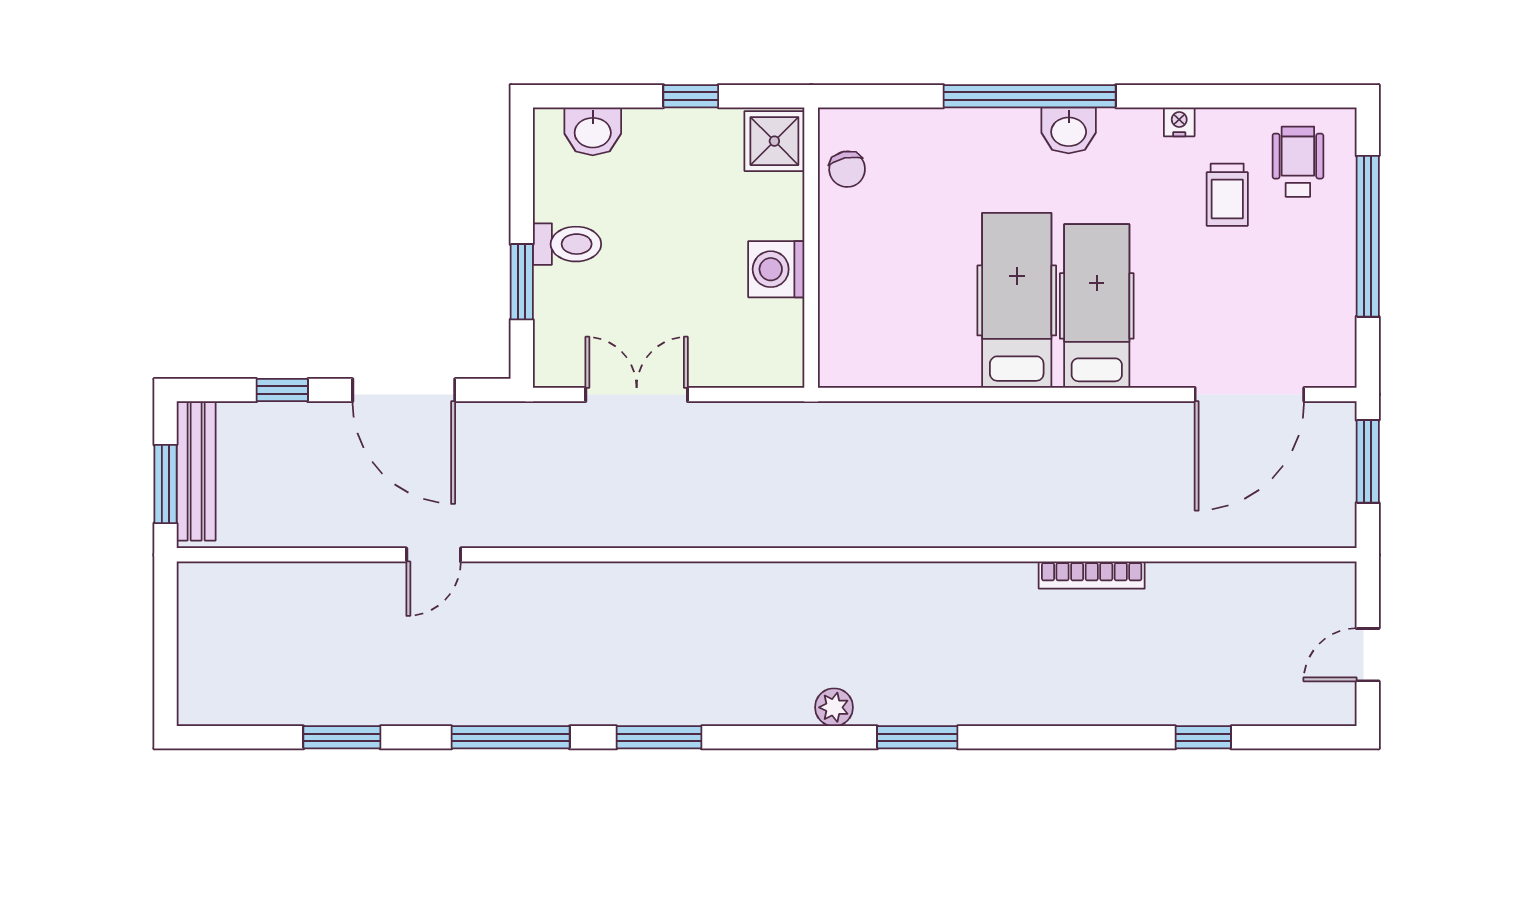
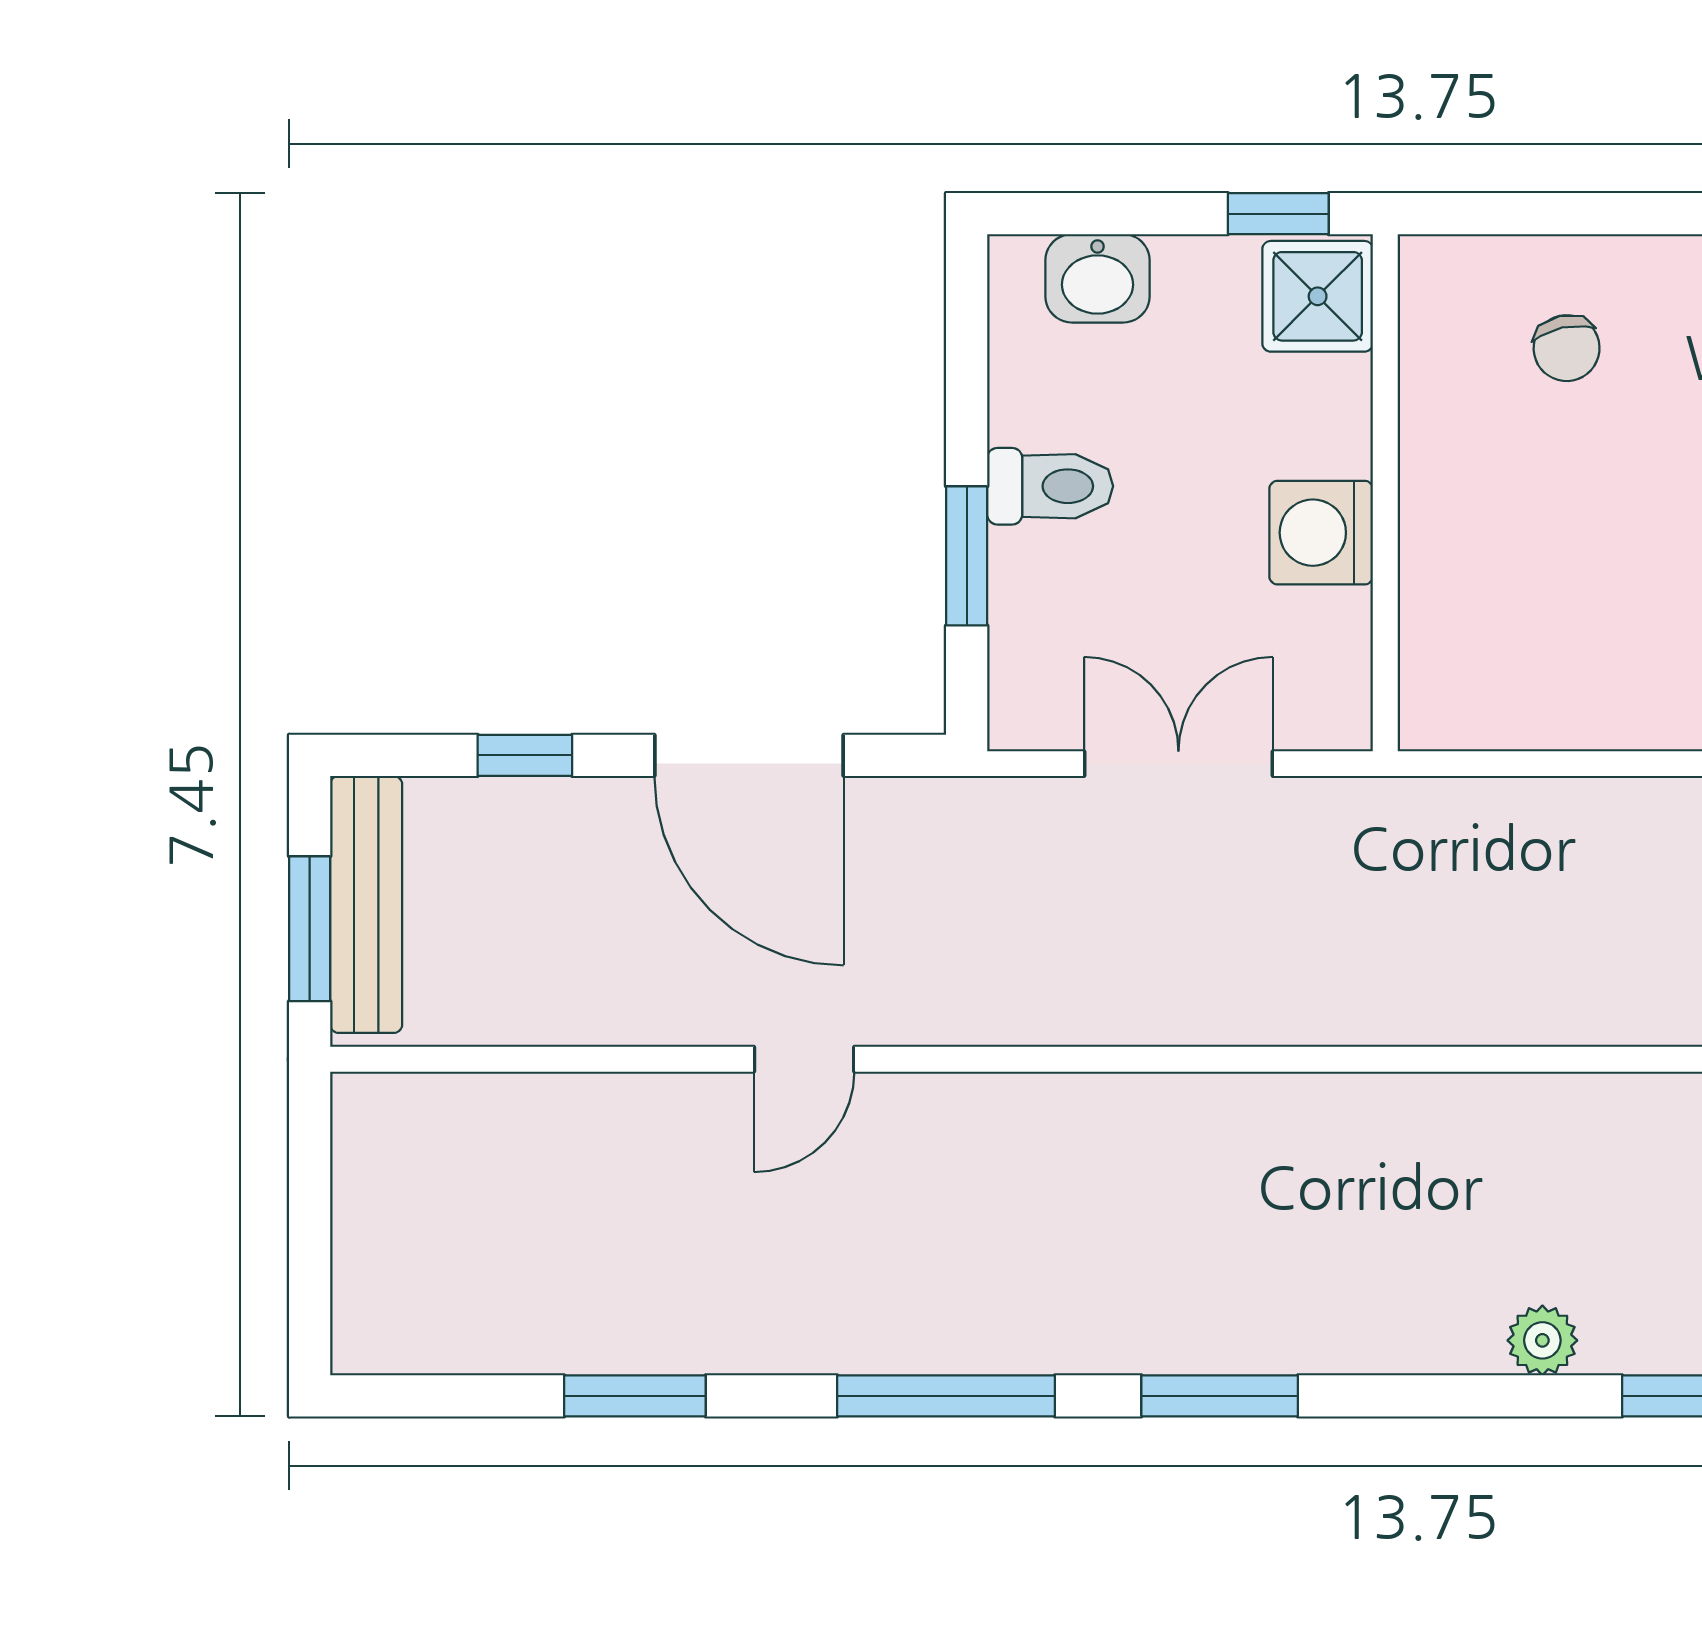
shower: (774, 141) -> (1318, 296), moved
wall: (811, 248) -> (1385, 493), moved
washing machine: (776, 269) -> (1321, 533), moved

